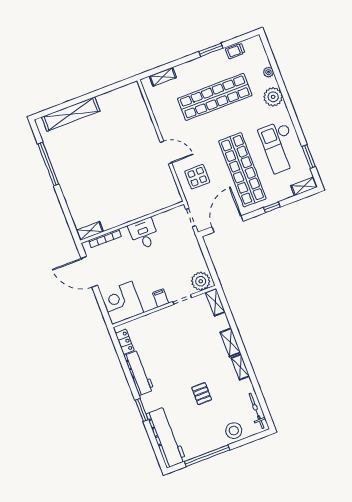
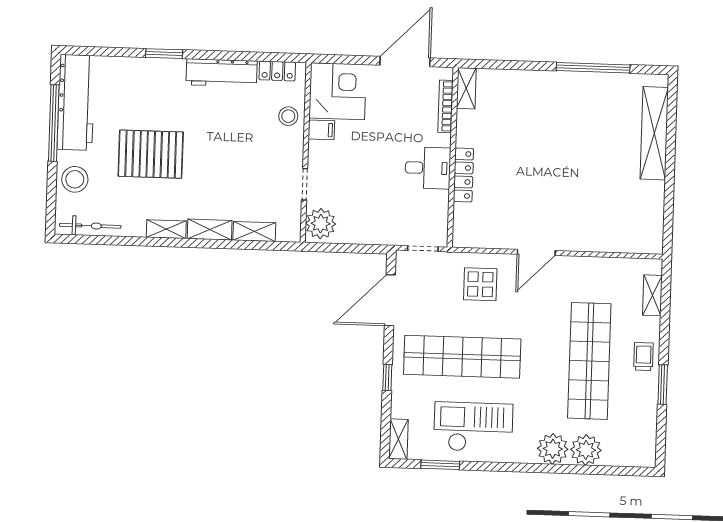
trolley: (235, 51) -> (643, 357), moved
plant: (268, 72) -> (586, 450), width x1.88, depth x1.88
locker: (139, 212) -> (463, 175), added
door: (228, 224) -> (390, 300), swing flipped
filing cabinet: (161, 298) -> (321, 130), moved
shelving: (215, 302) -> (254, 231), moved
stool: (148, 325) -> (288, 116), added
pallet: (202, 394) -> (151, 154), width x2.05, depth x2.00
workbench: (166, 437) -> (76, 102), moved, turned -90

